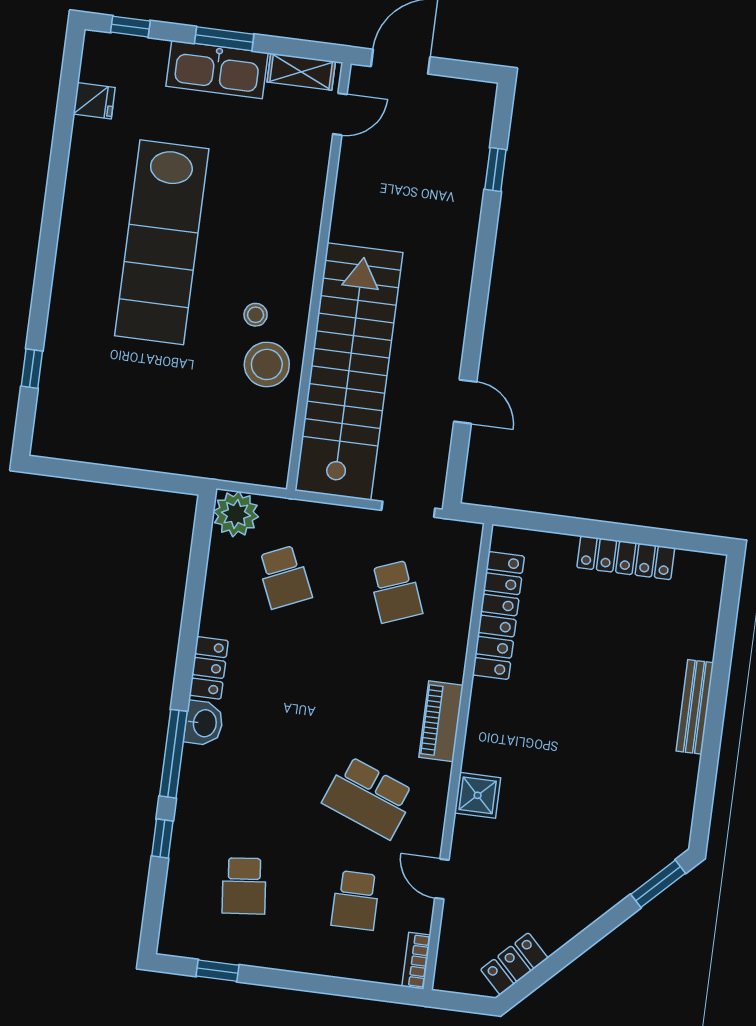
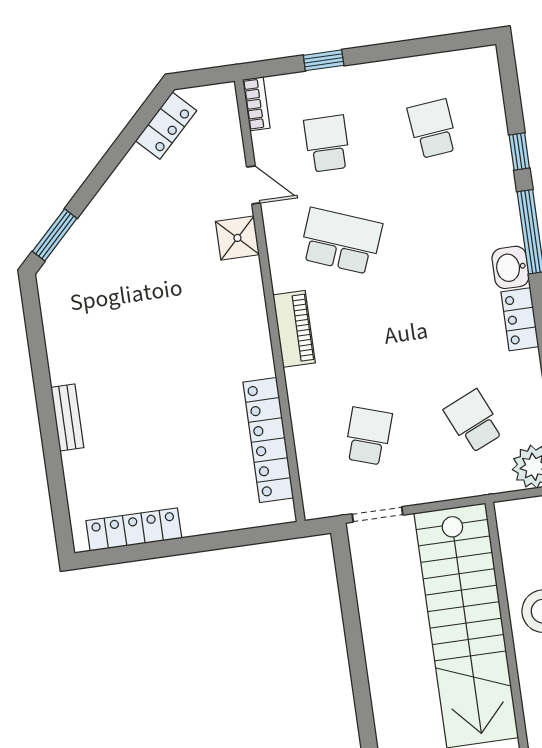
door: (465, 402) -> (352, 627), removed
locker: (626, 558) -> (134, 529), moved
school desk: (396, 591) -> (368, 436), turned 39
bench: (695, 707) -> (67, 418), width x0.73
shower: (478, 795) -> (237, 238), moved
window: (218, 971) -> (324, 60), moved

